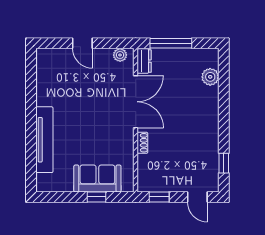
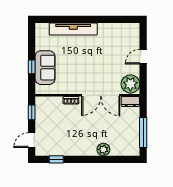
window: (171, 43) -> (143, 132), moved
plant: (120, 55) -> (130, 84), width x1.88, depth x1.88
plant: (210, 77) -> (103, 149), moved

